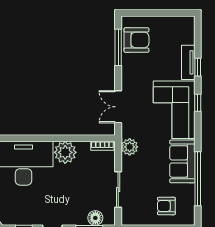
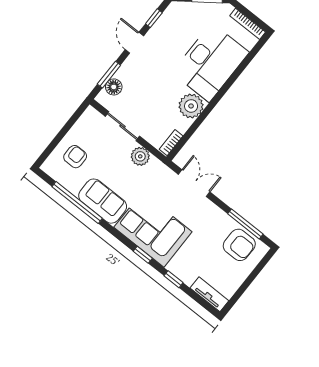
armchair: (136, 40) -> (239, 245), turned -90
tv unit: (188, 62) -> (209, 294), moved
plant: (130, 147) -> (140, 156), moved

